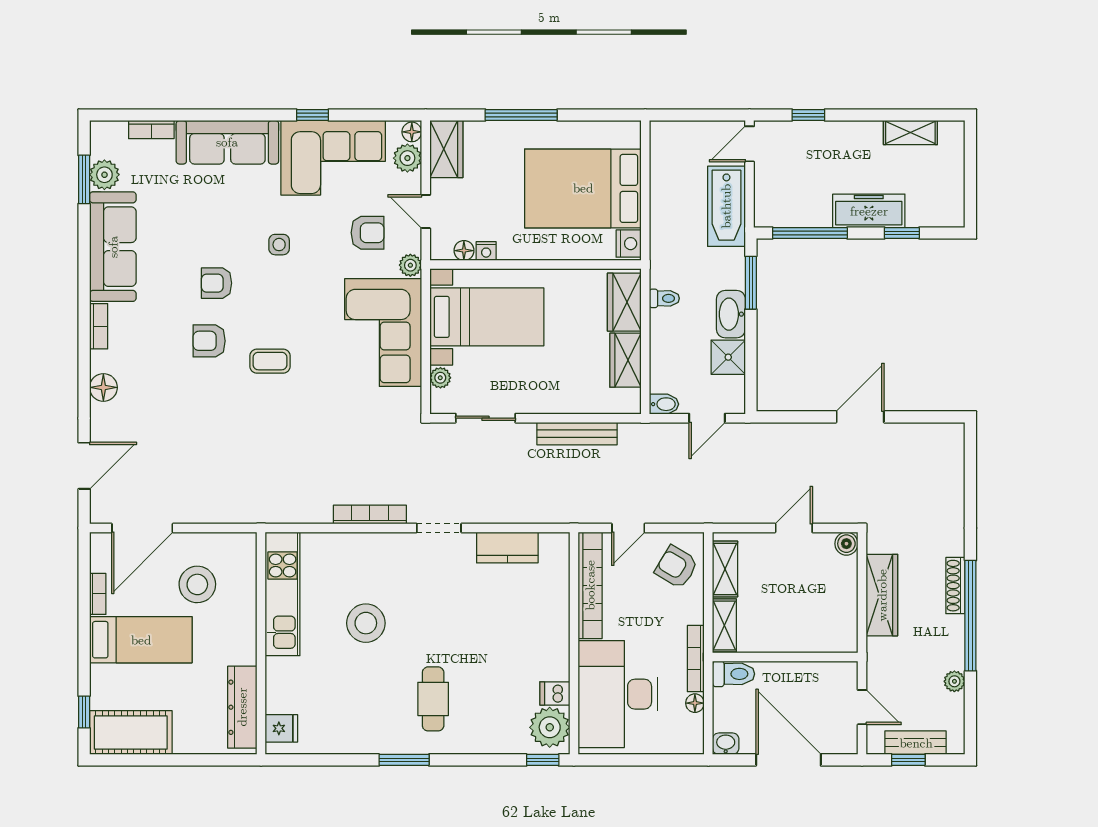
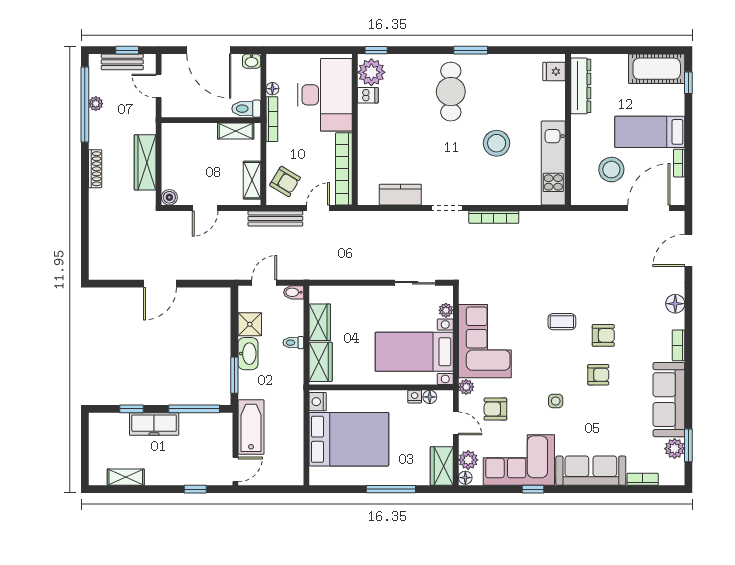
toilet: (664, 298) -> (293, 343), moved
bench: (577, 434) -> (275, 218), moved
window: (970, 616) -> (85, 105), moved
shelving: (724, 625) -> (236, 131), moved, turned 90
cafe table: (433, 699) -> (451, 92), width x1.37, depth x1.35

